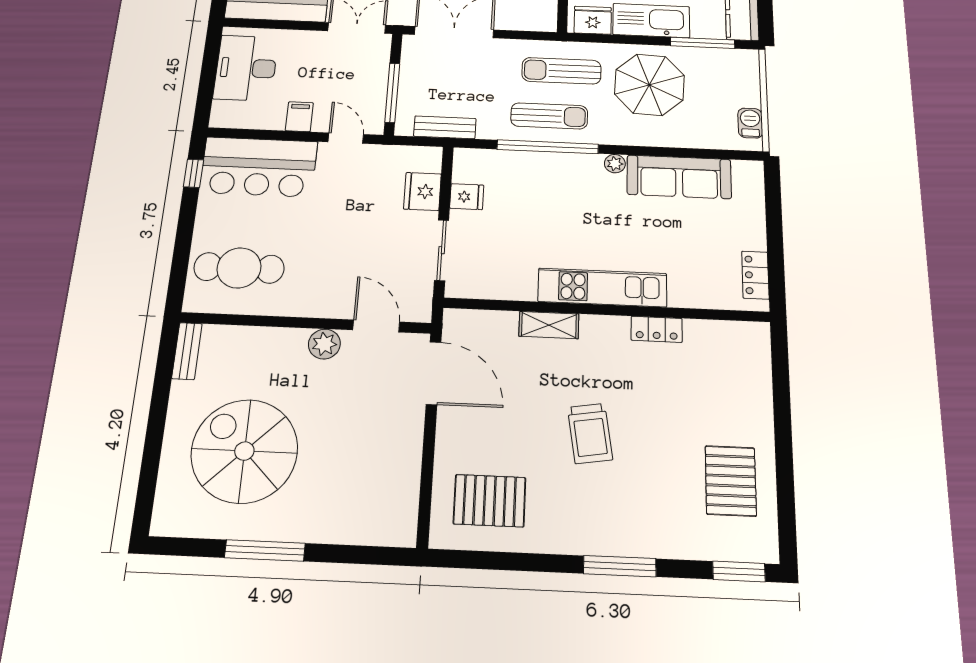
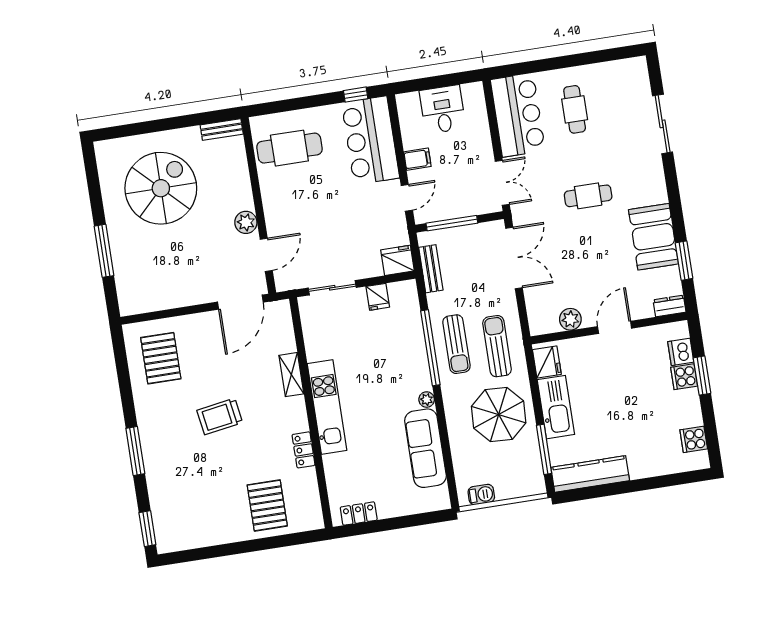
desk: (246, 68) -> (443, 109), width x0.73
fridge: (422, 191) -> (397, 260), moved
cafe table: (239, 268) -> (289, 148), turned 90
pallet: (731, 481) -> (267, 505), moved, turned 90
window: (265, 550) -> (104, 251), moved

